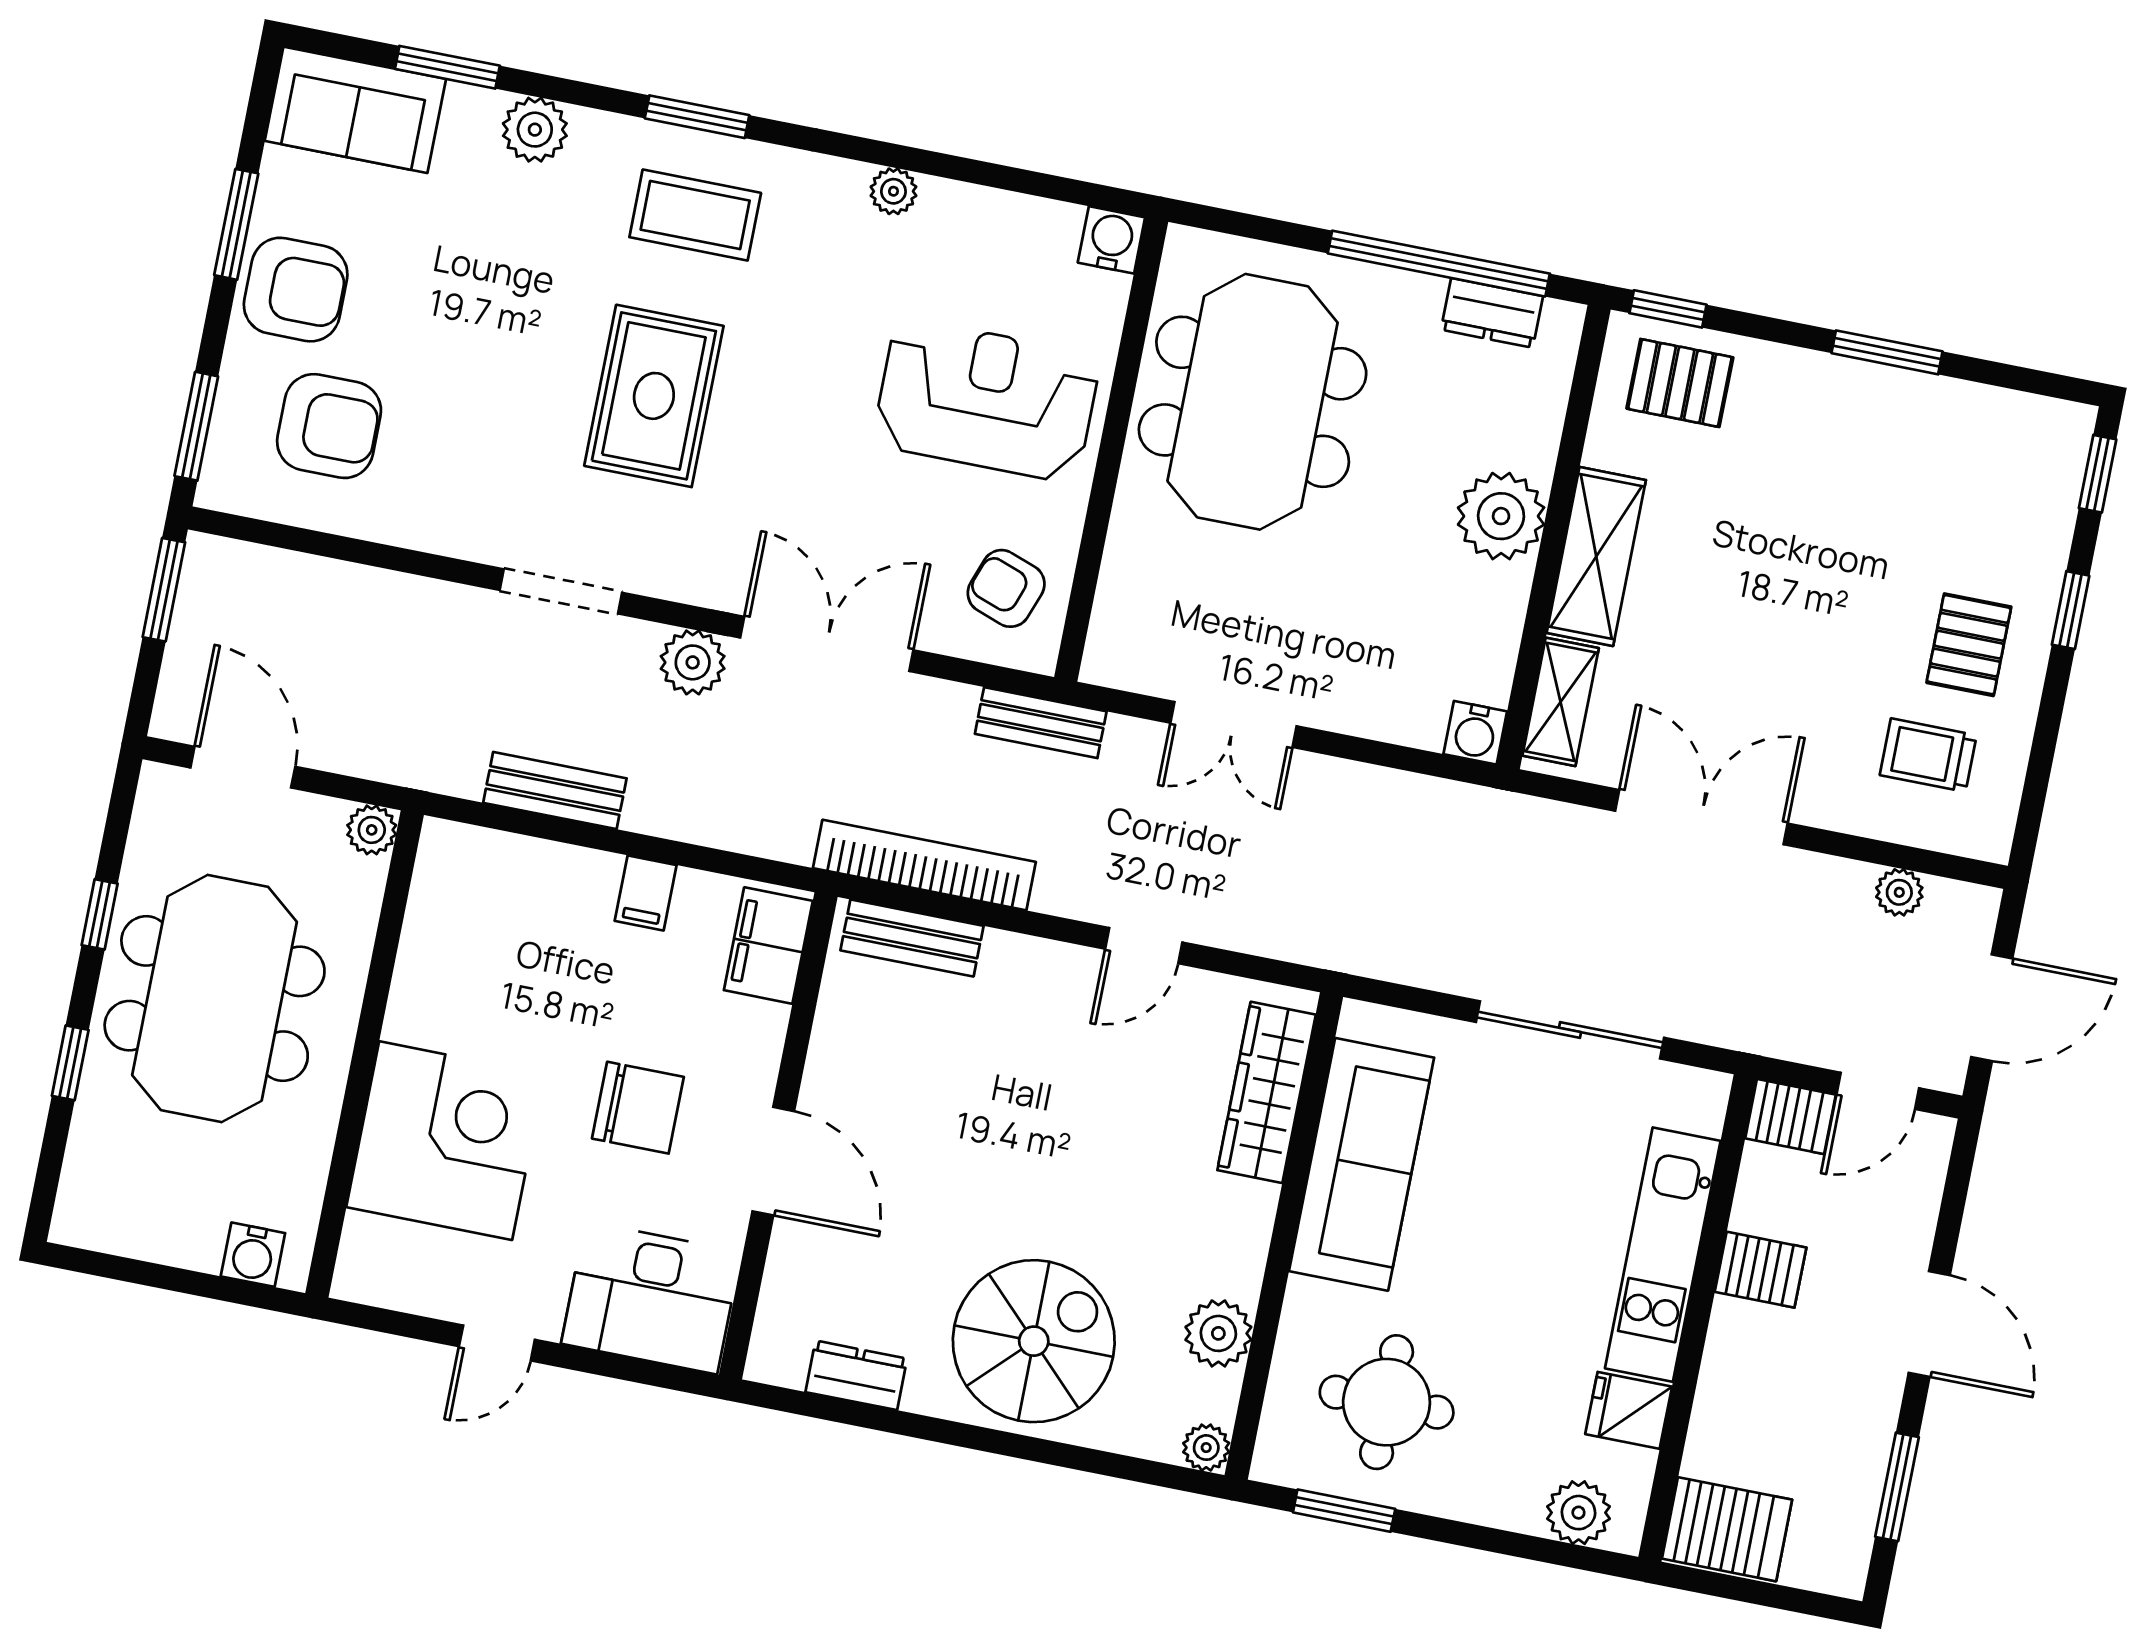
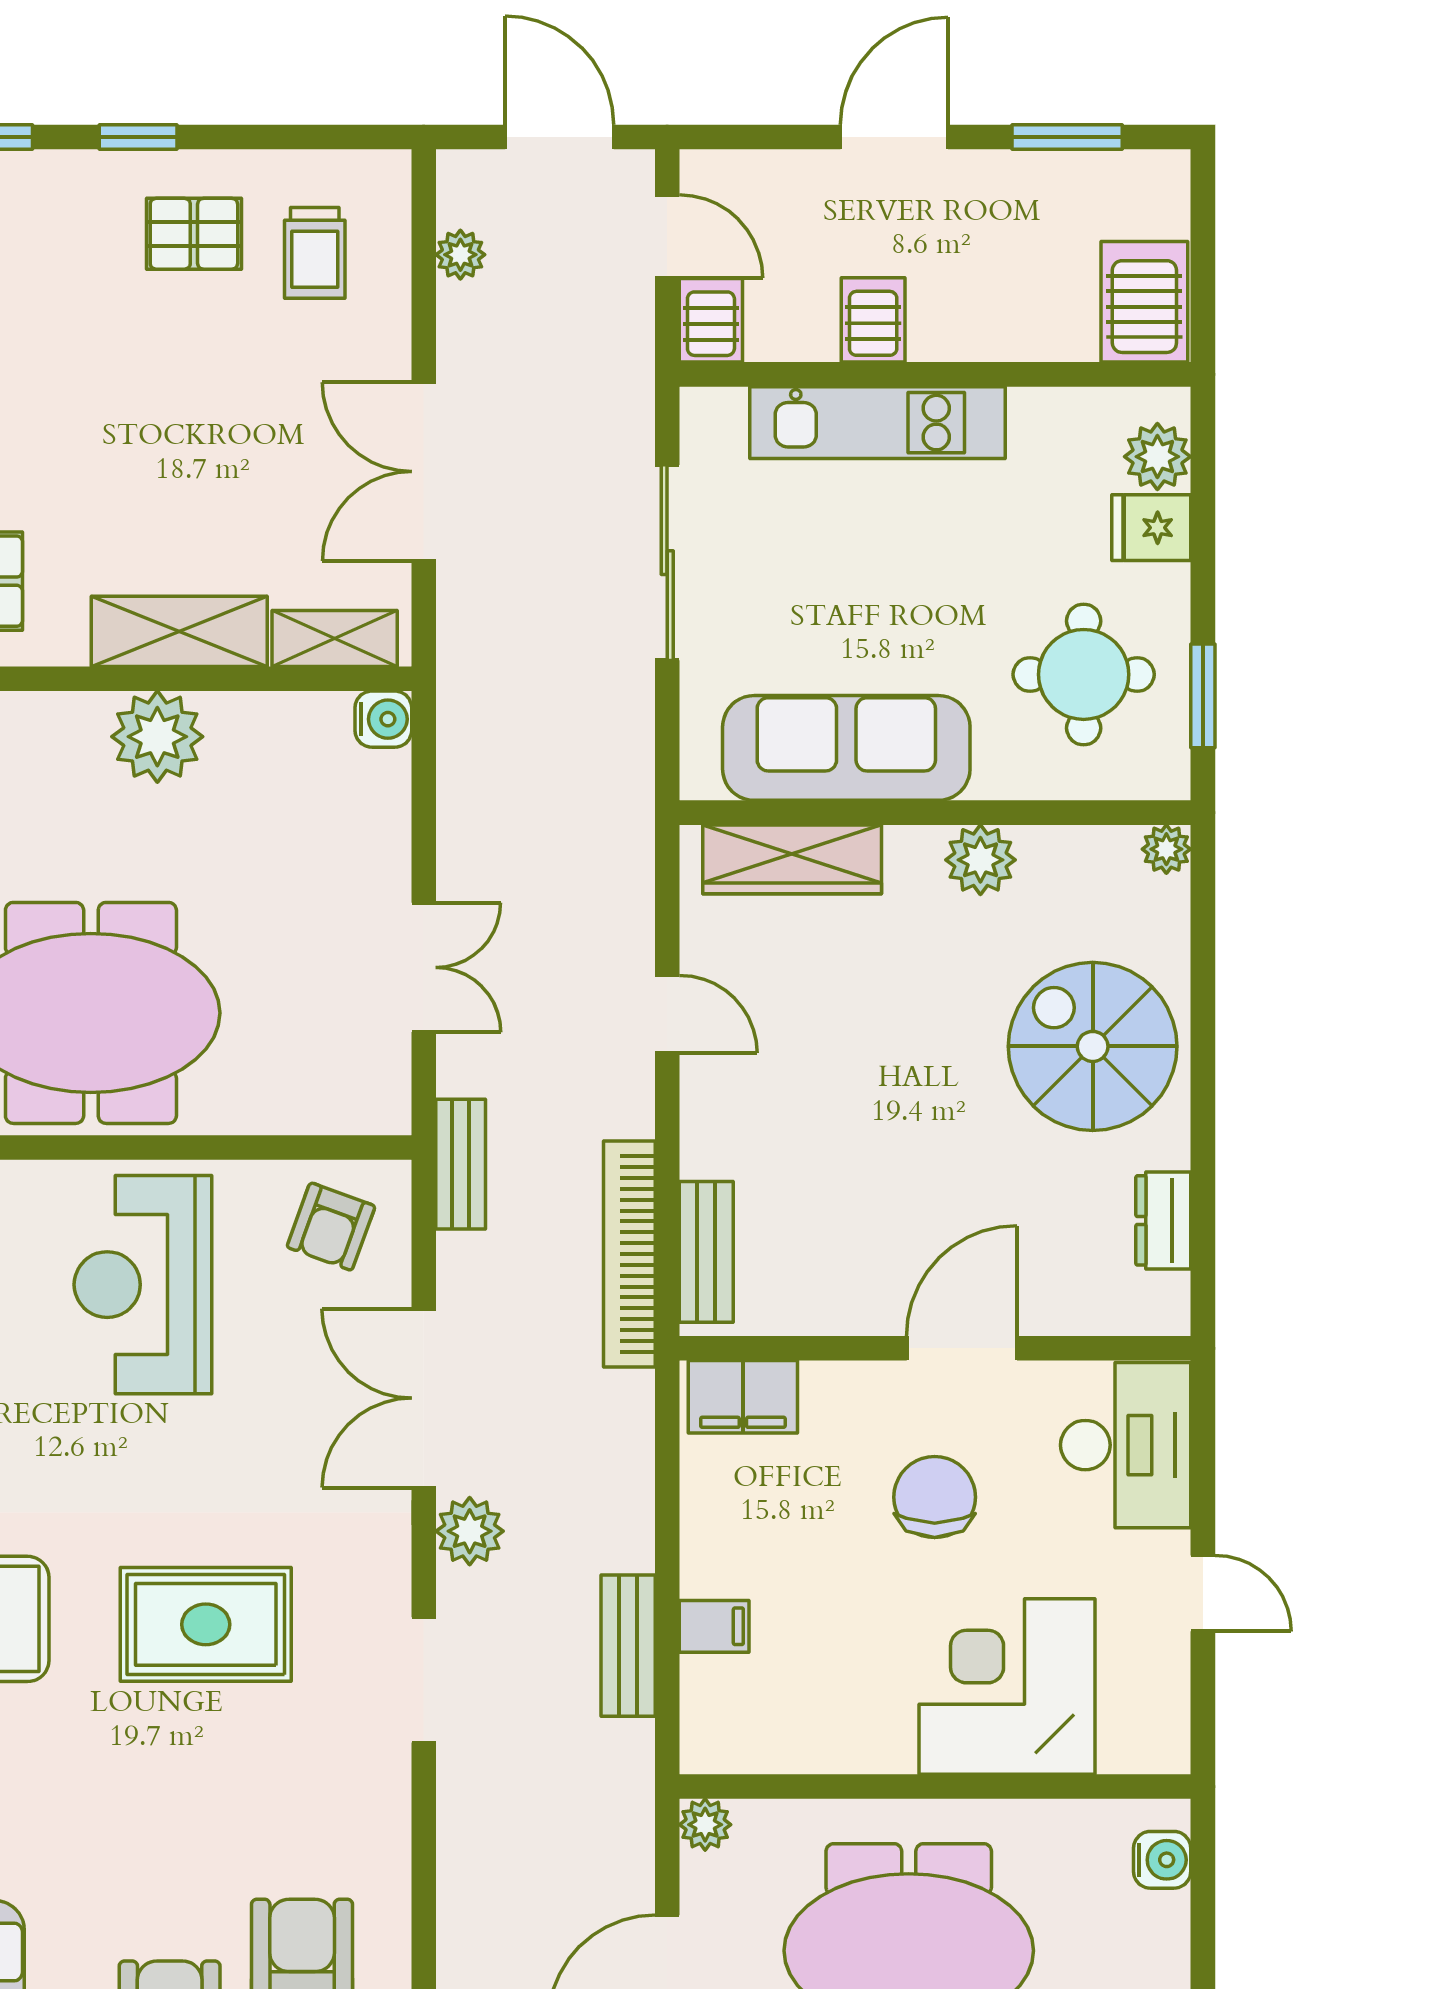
filing cabinet: (646, 893) -> (714, 1626), moved
plant: (1218, 1333) -> (980, 860), moved
fridge: (1629, 1410) -> (1151, 528), moved, turned 90

